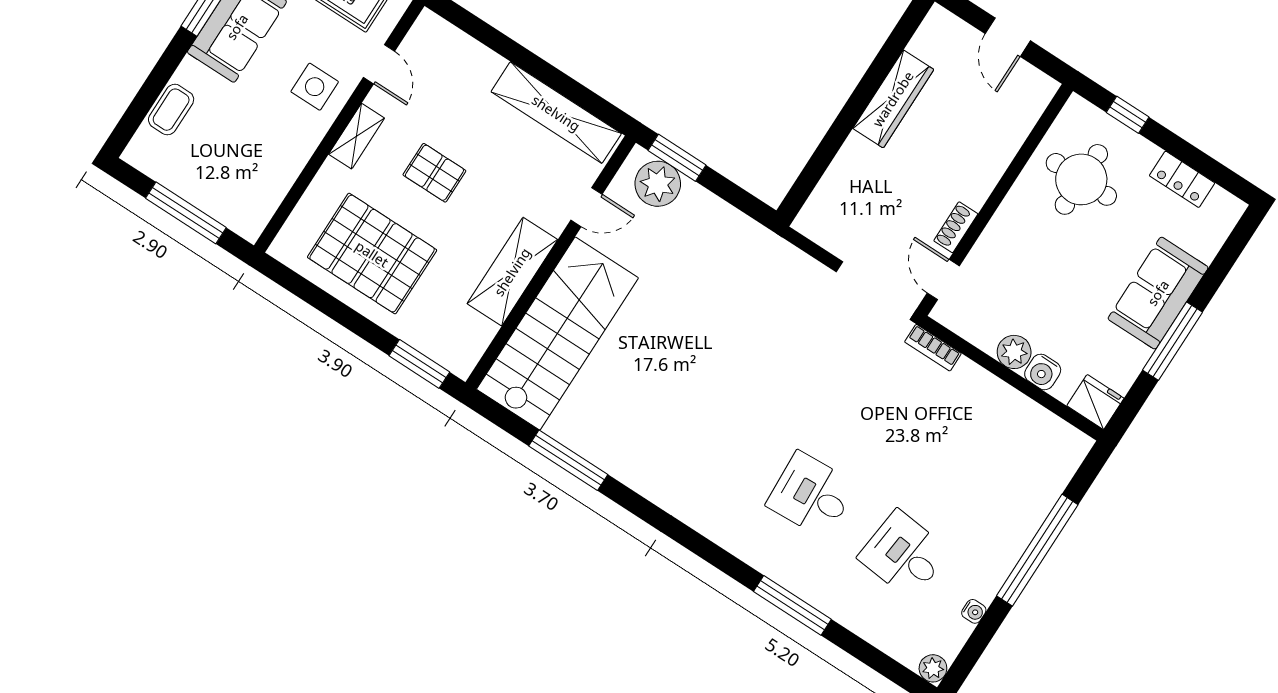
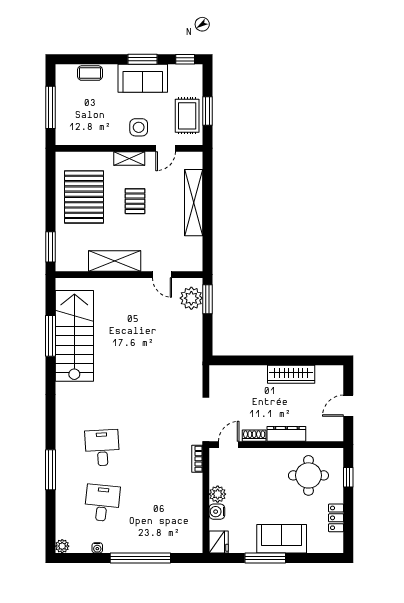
shelving: (556, 113) -> (194, 203), moved
dresser: (988, 171) -> (286, 434), added
stairs: (557, 333) -> (74, 336), moved, turned -90

